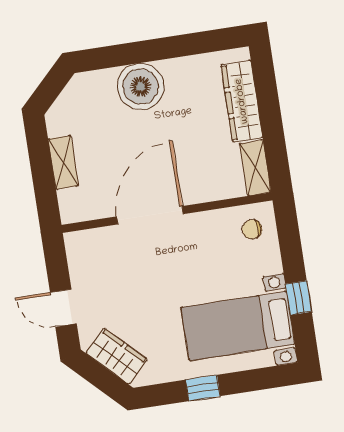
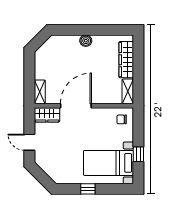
boiler: (141, 86) -> (86, 41), width x0.54, depth x0.54
shelving: (63, 162) -> (40, 92), moved
wardrobe: (117, 356) -> (47, 115), moved, turned 135

